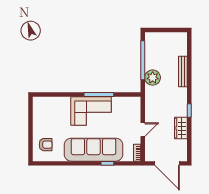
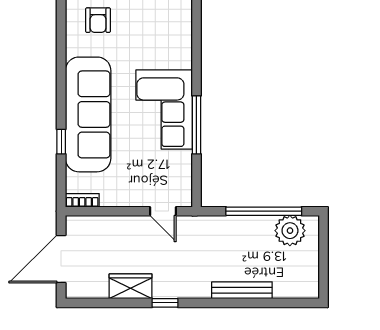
plant: (153, 78) -> (290, 231), moved
door: (143, 130) -> (163, 211), moved

